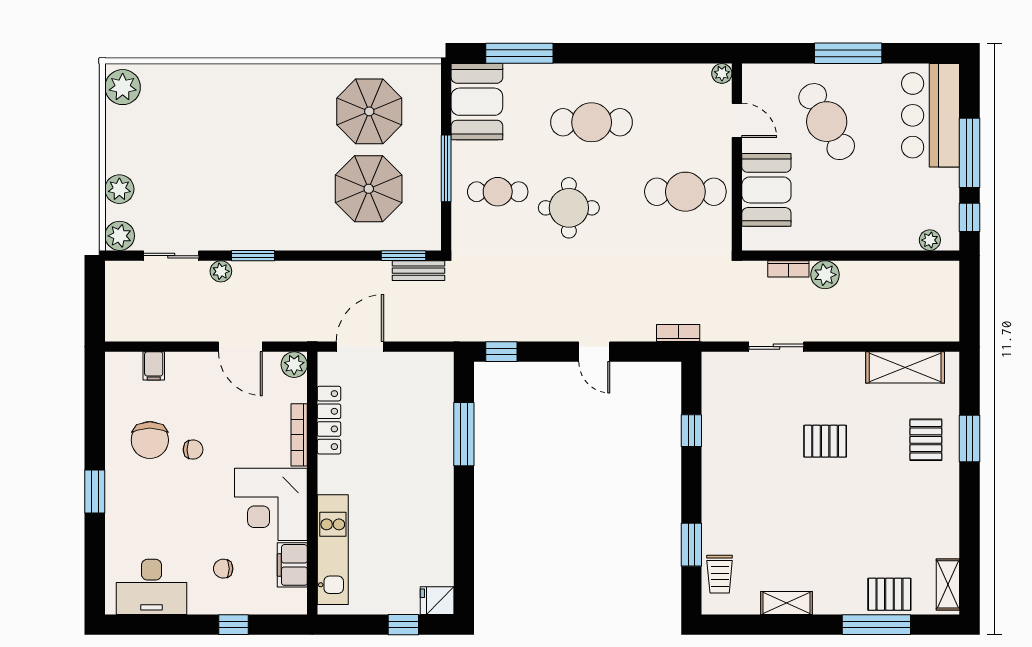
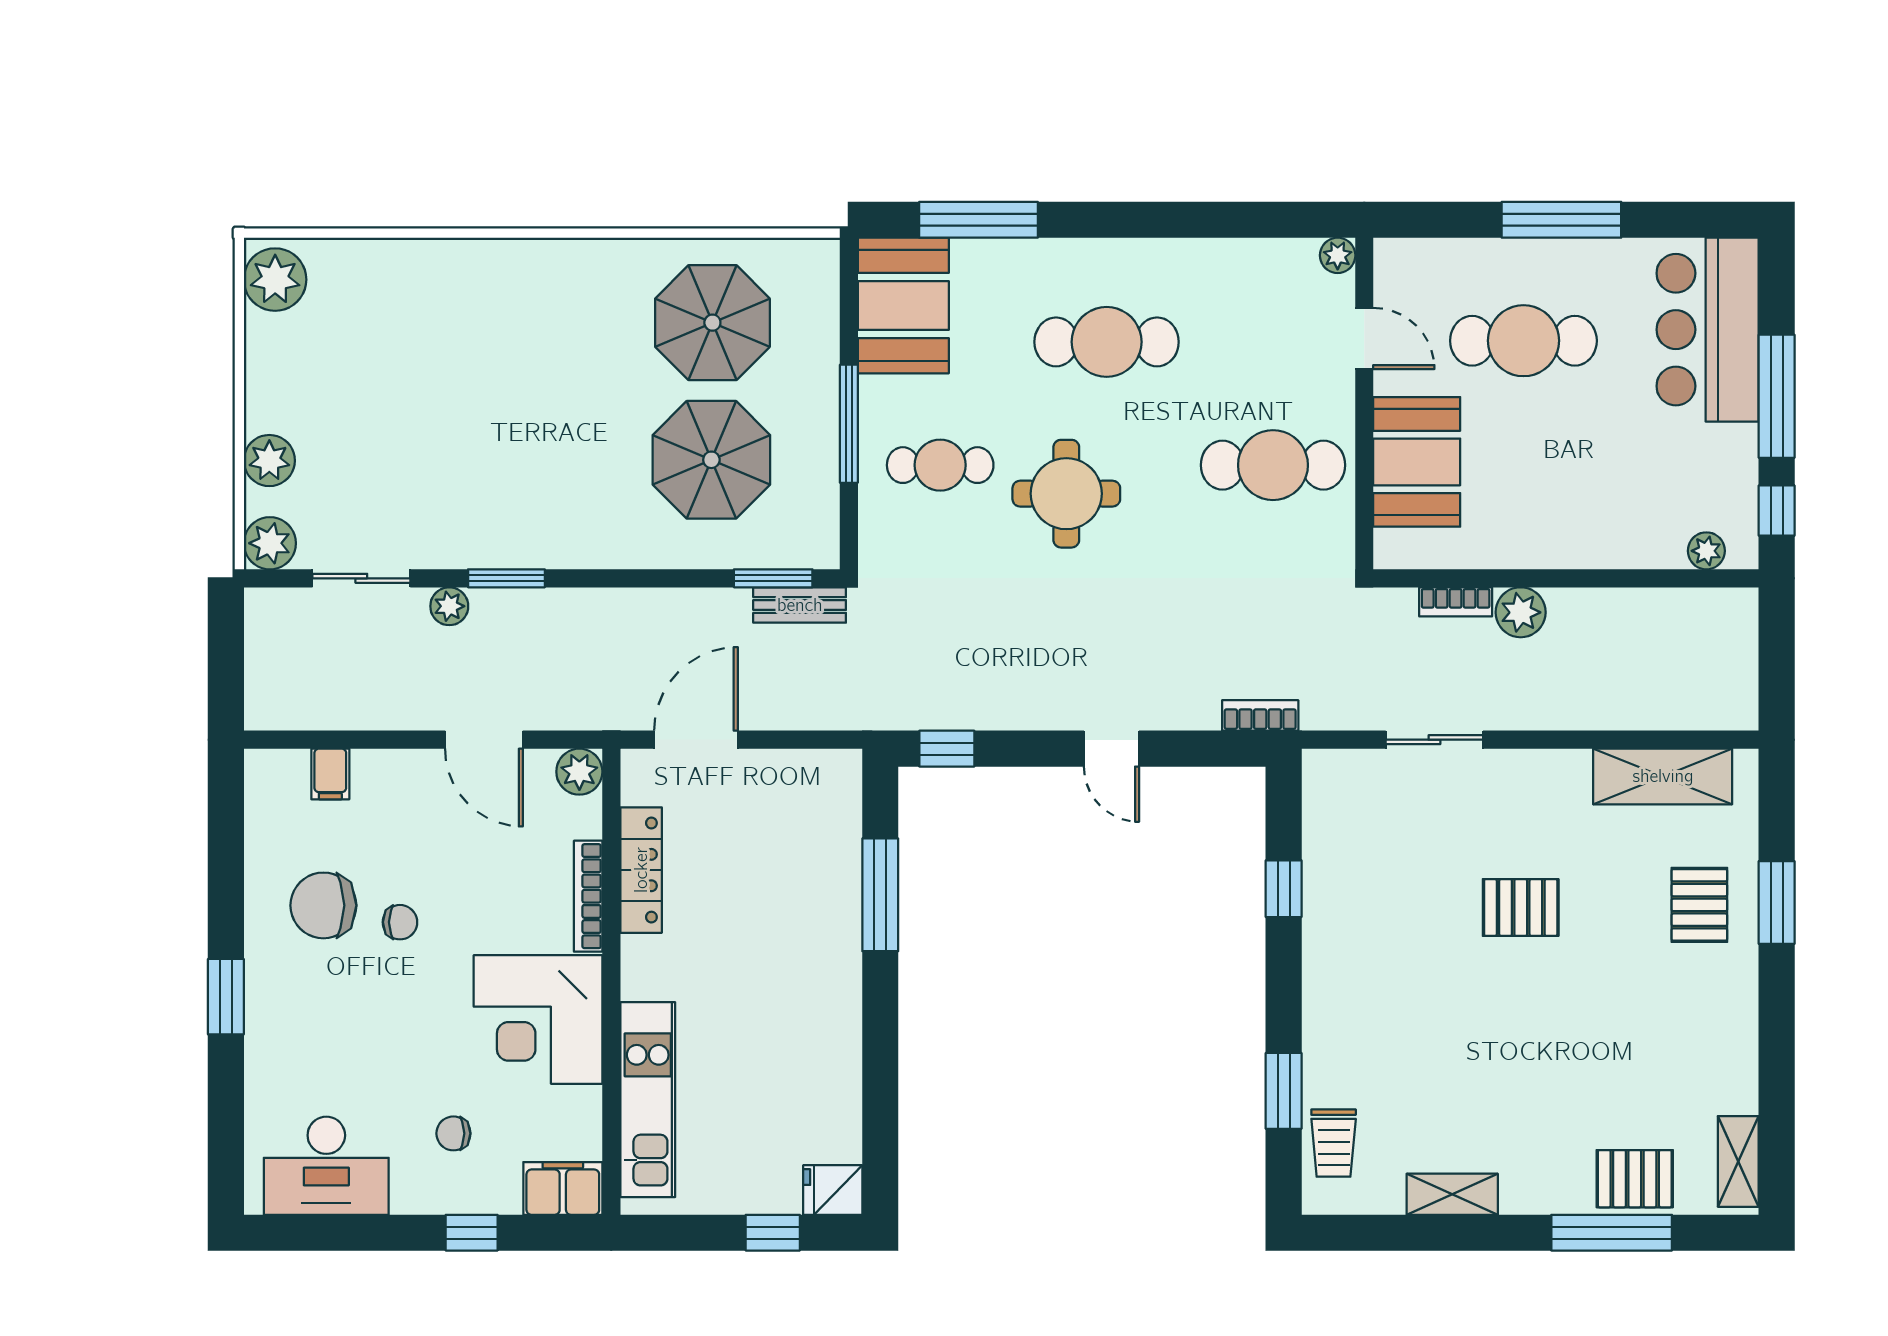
cafe table: (827, 122) -> (1523, 341), turned -61
chair: (150, 440) -> (323, 905), turned 90
filing cabinet: (292, 565) -> (563, 1188), moved, turned 90

